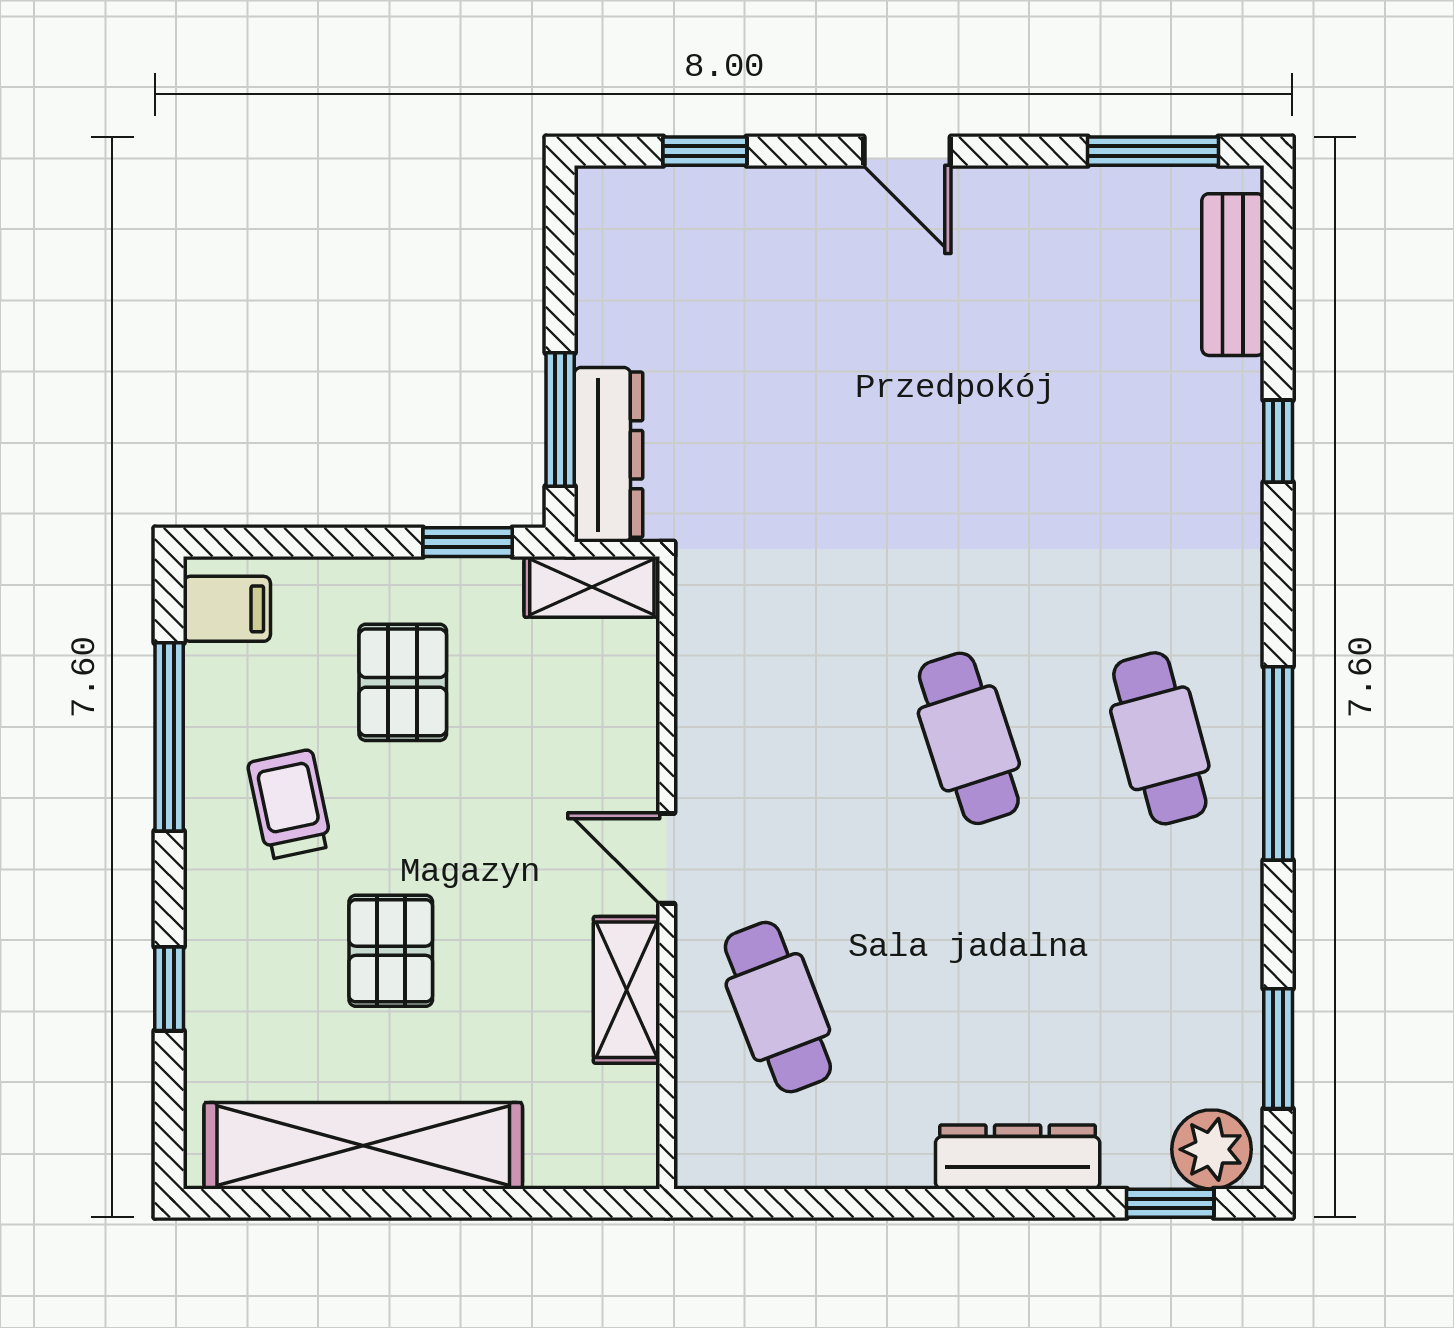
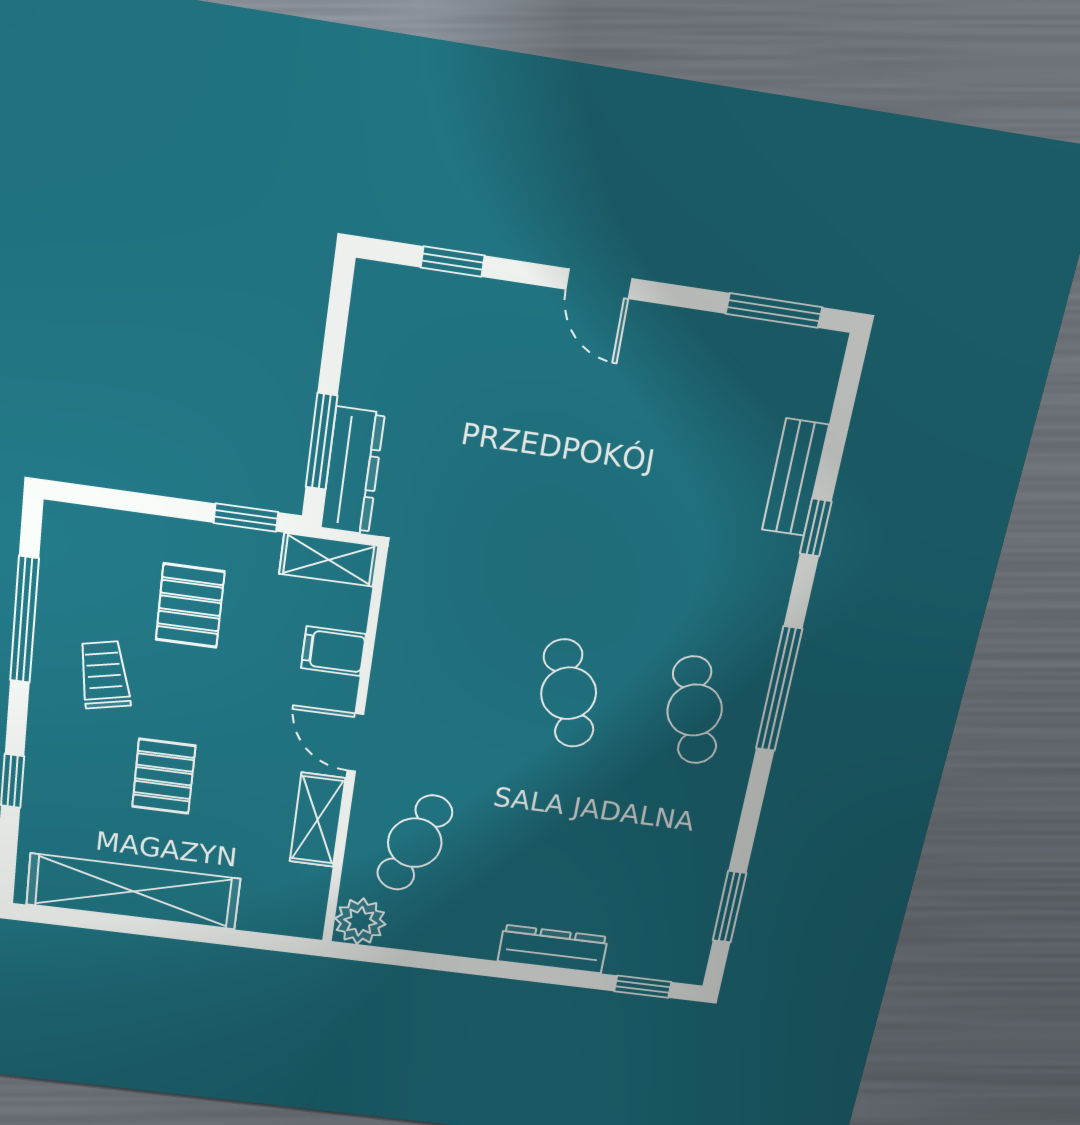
bench: (1233, 275) -> (795, 477), moved
filing cabinet: (227, 609) -> (333, 651), moved, turned 180
window: (1278, 763) -> (779, 689), moved
cafe table: (778, 1007) -> (415, 843), turned 42
plant: (1212, 1149) -> (360, 921), moved

